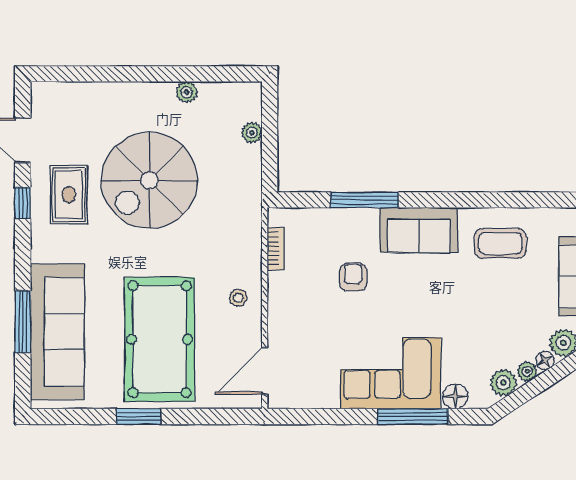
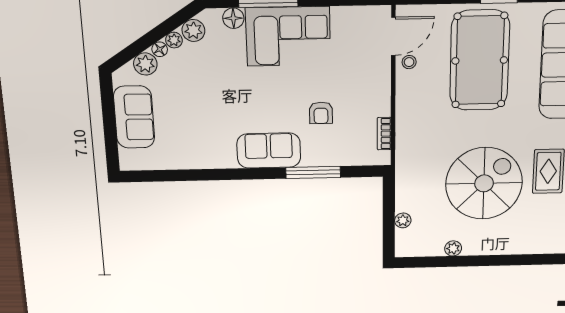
coffee table: (500, 243) -> (202, 142), removed
stool: (238, 298) -> (409, 62), moved

